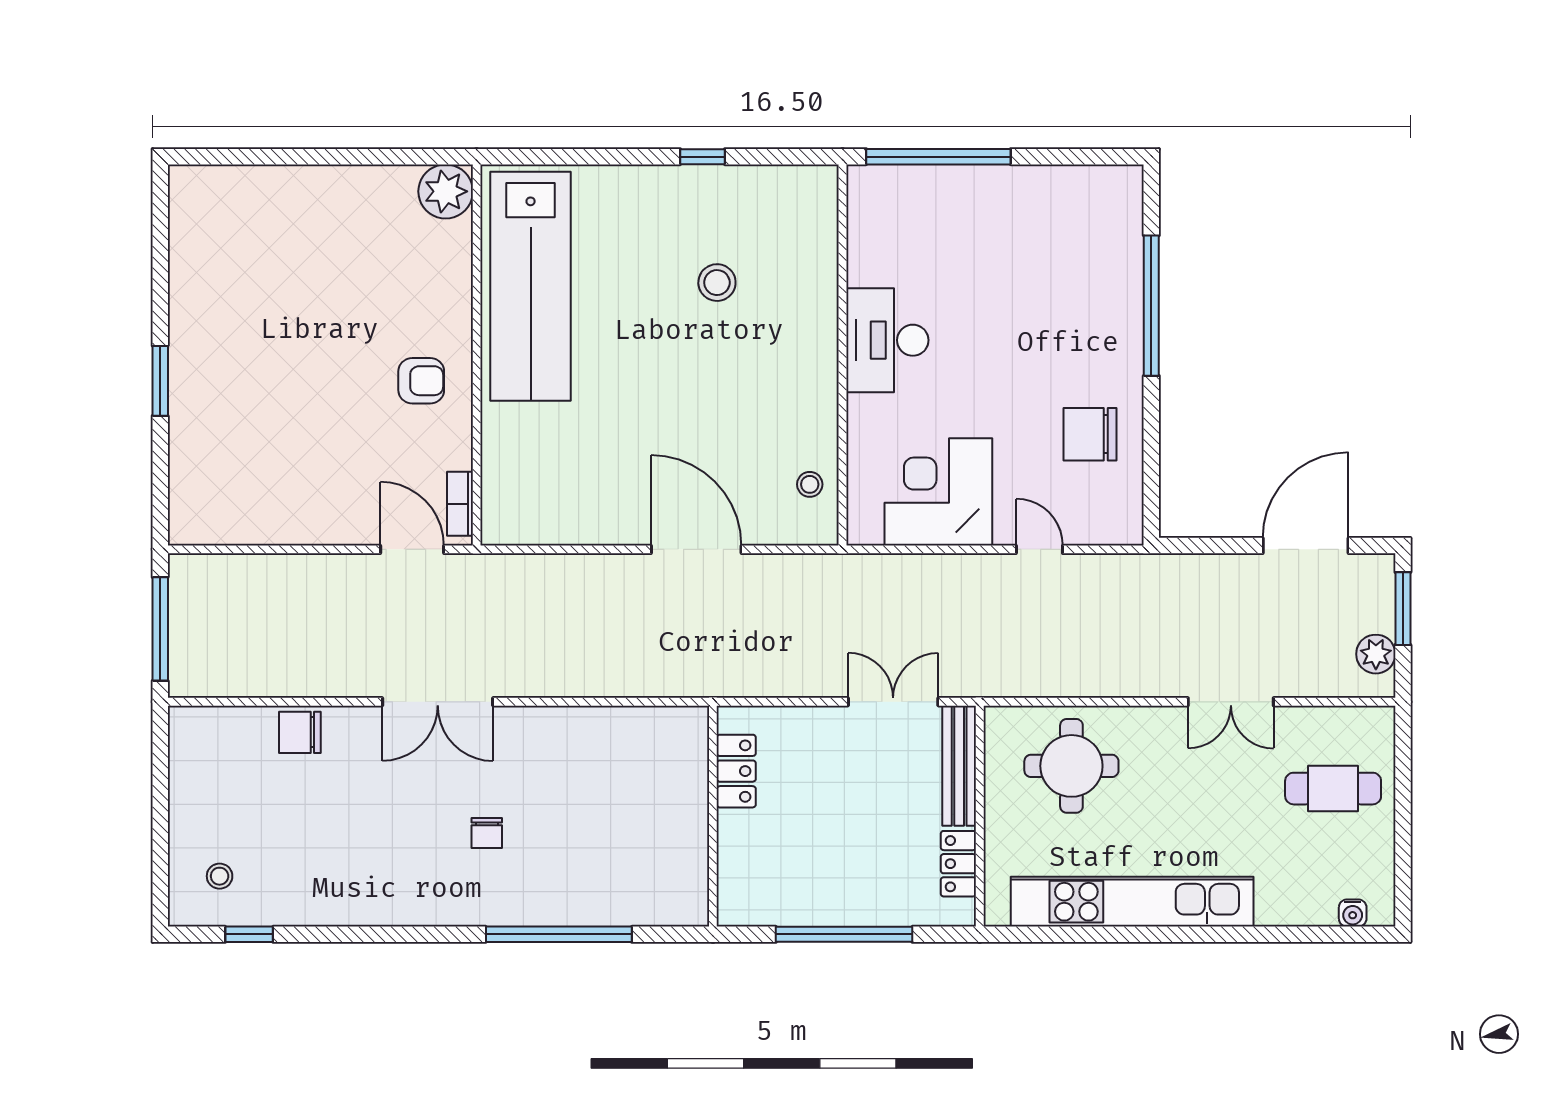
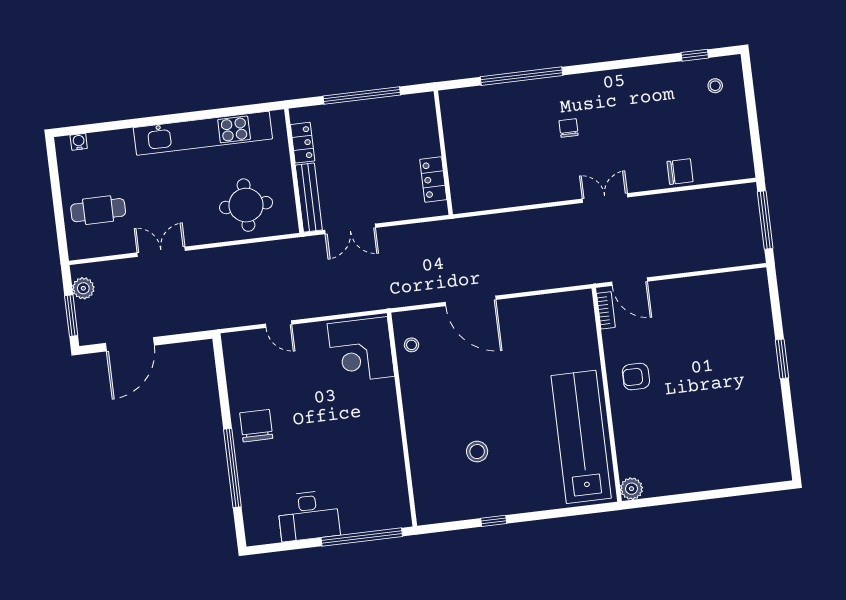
plant: (446, 191) -> (631, 489), width x0.73, depth x0.73
desk: (887, 340) -> (309, 516), moved, turned 90
chair: (1090, 434) -> (256, 426), moved, turned -90
corner desk: (938, 492) -> (361, 350), moved, turned 90
double door: (438, 702) -> (605, 198), width x0.73

